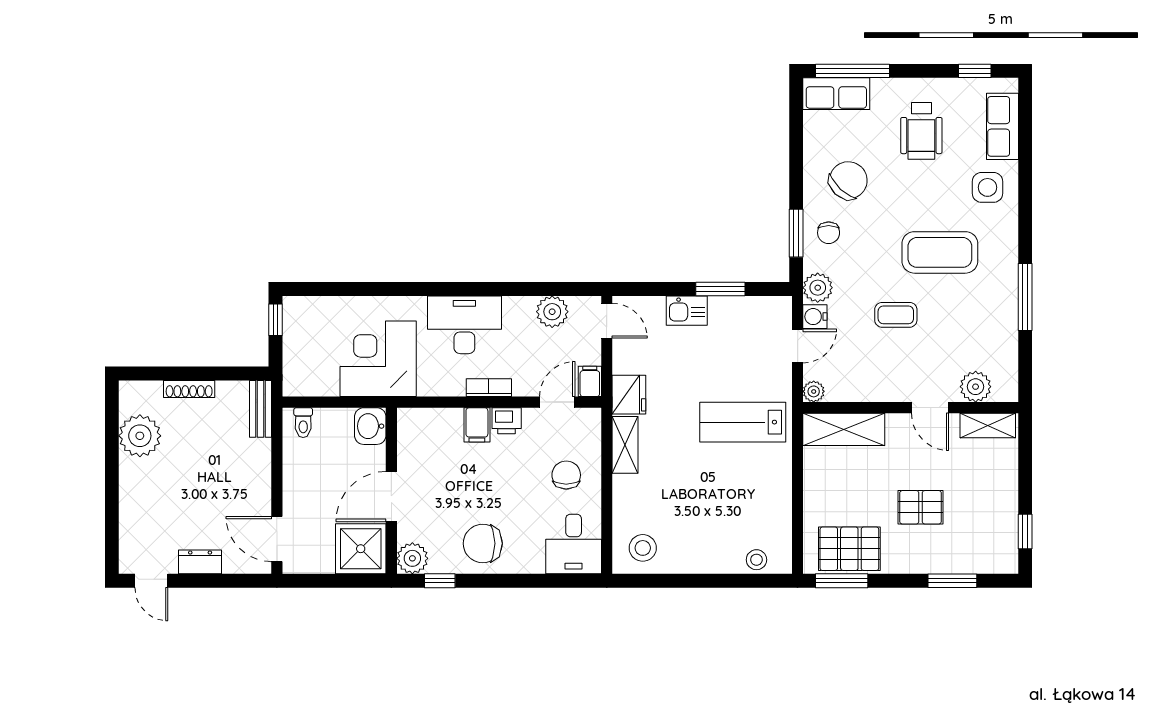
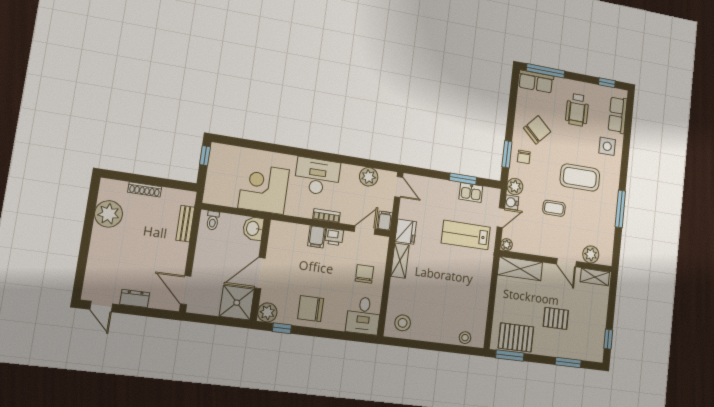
kitchen sink: (687, 311) -> (471, 192), moved
bench: (261, 409) -> (185, 224), moved
lab bench: (743, 422) -> (466, 235), moved

